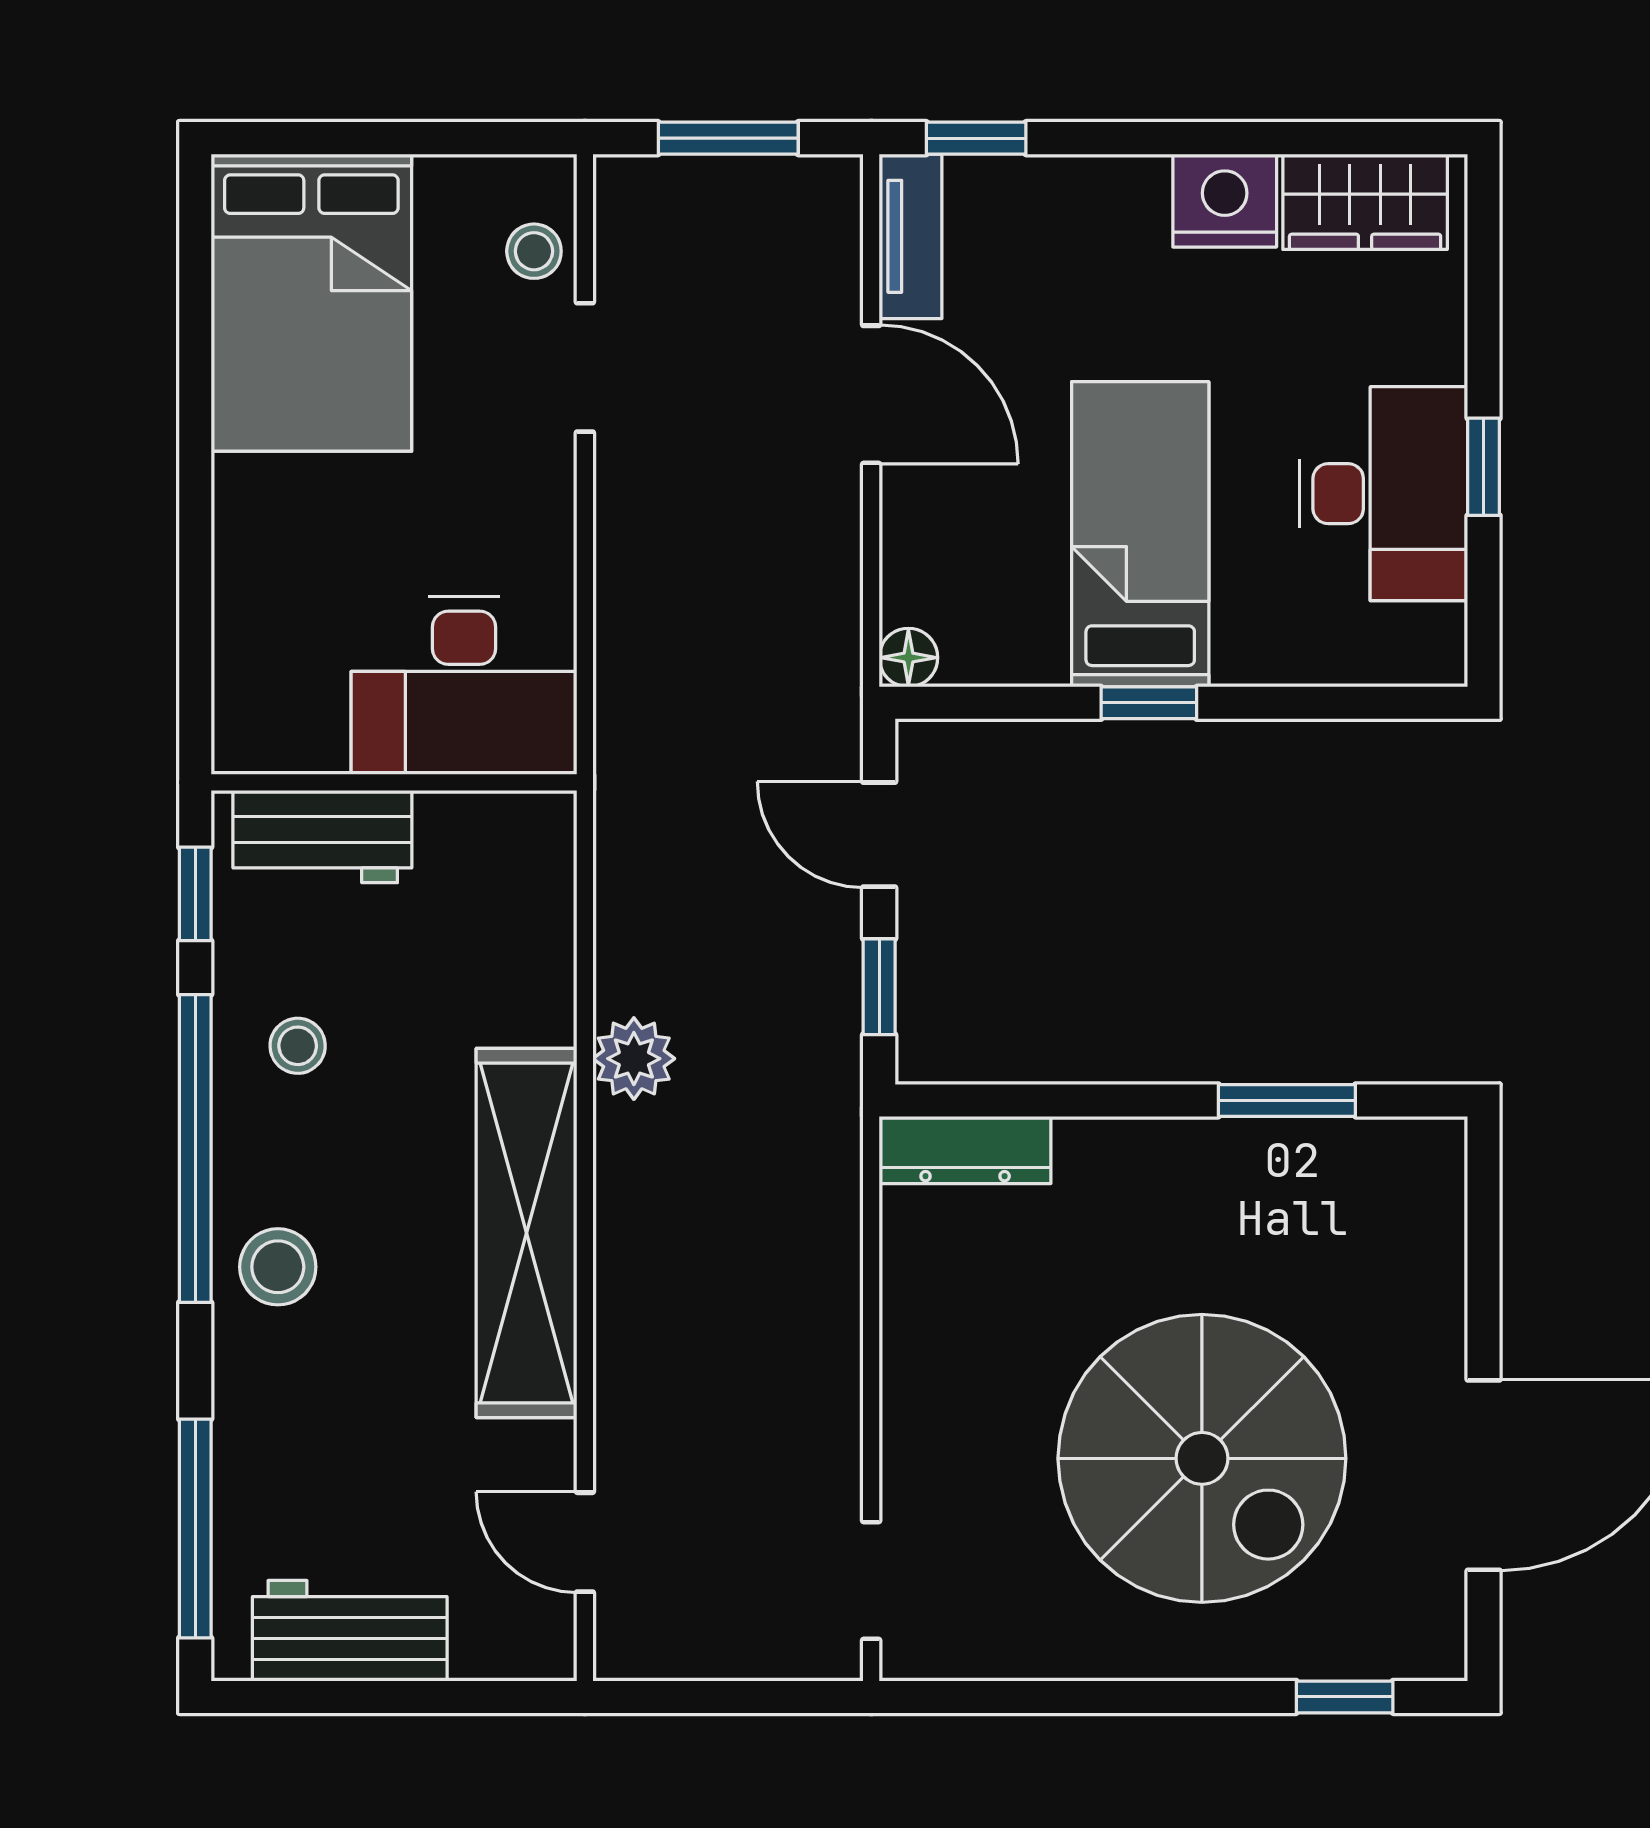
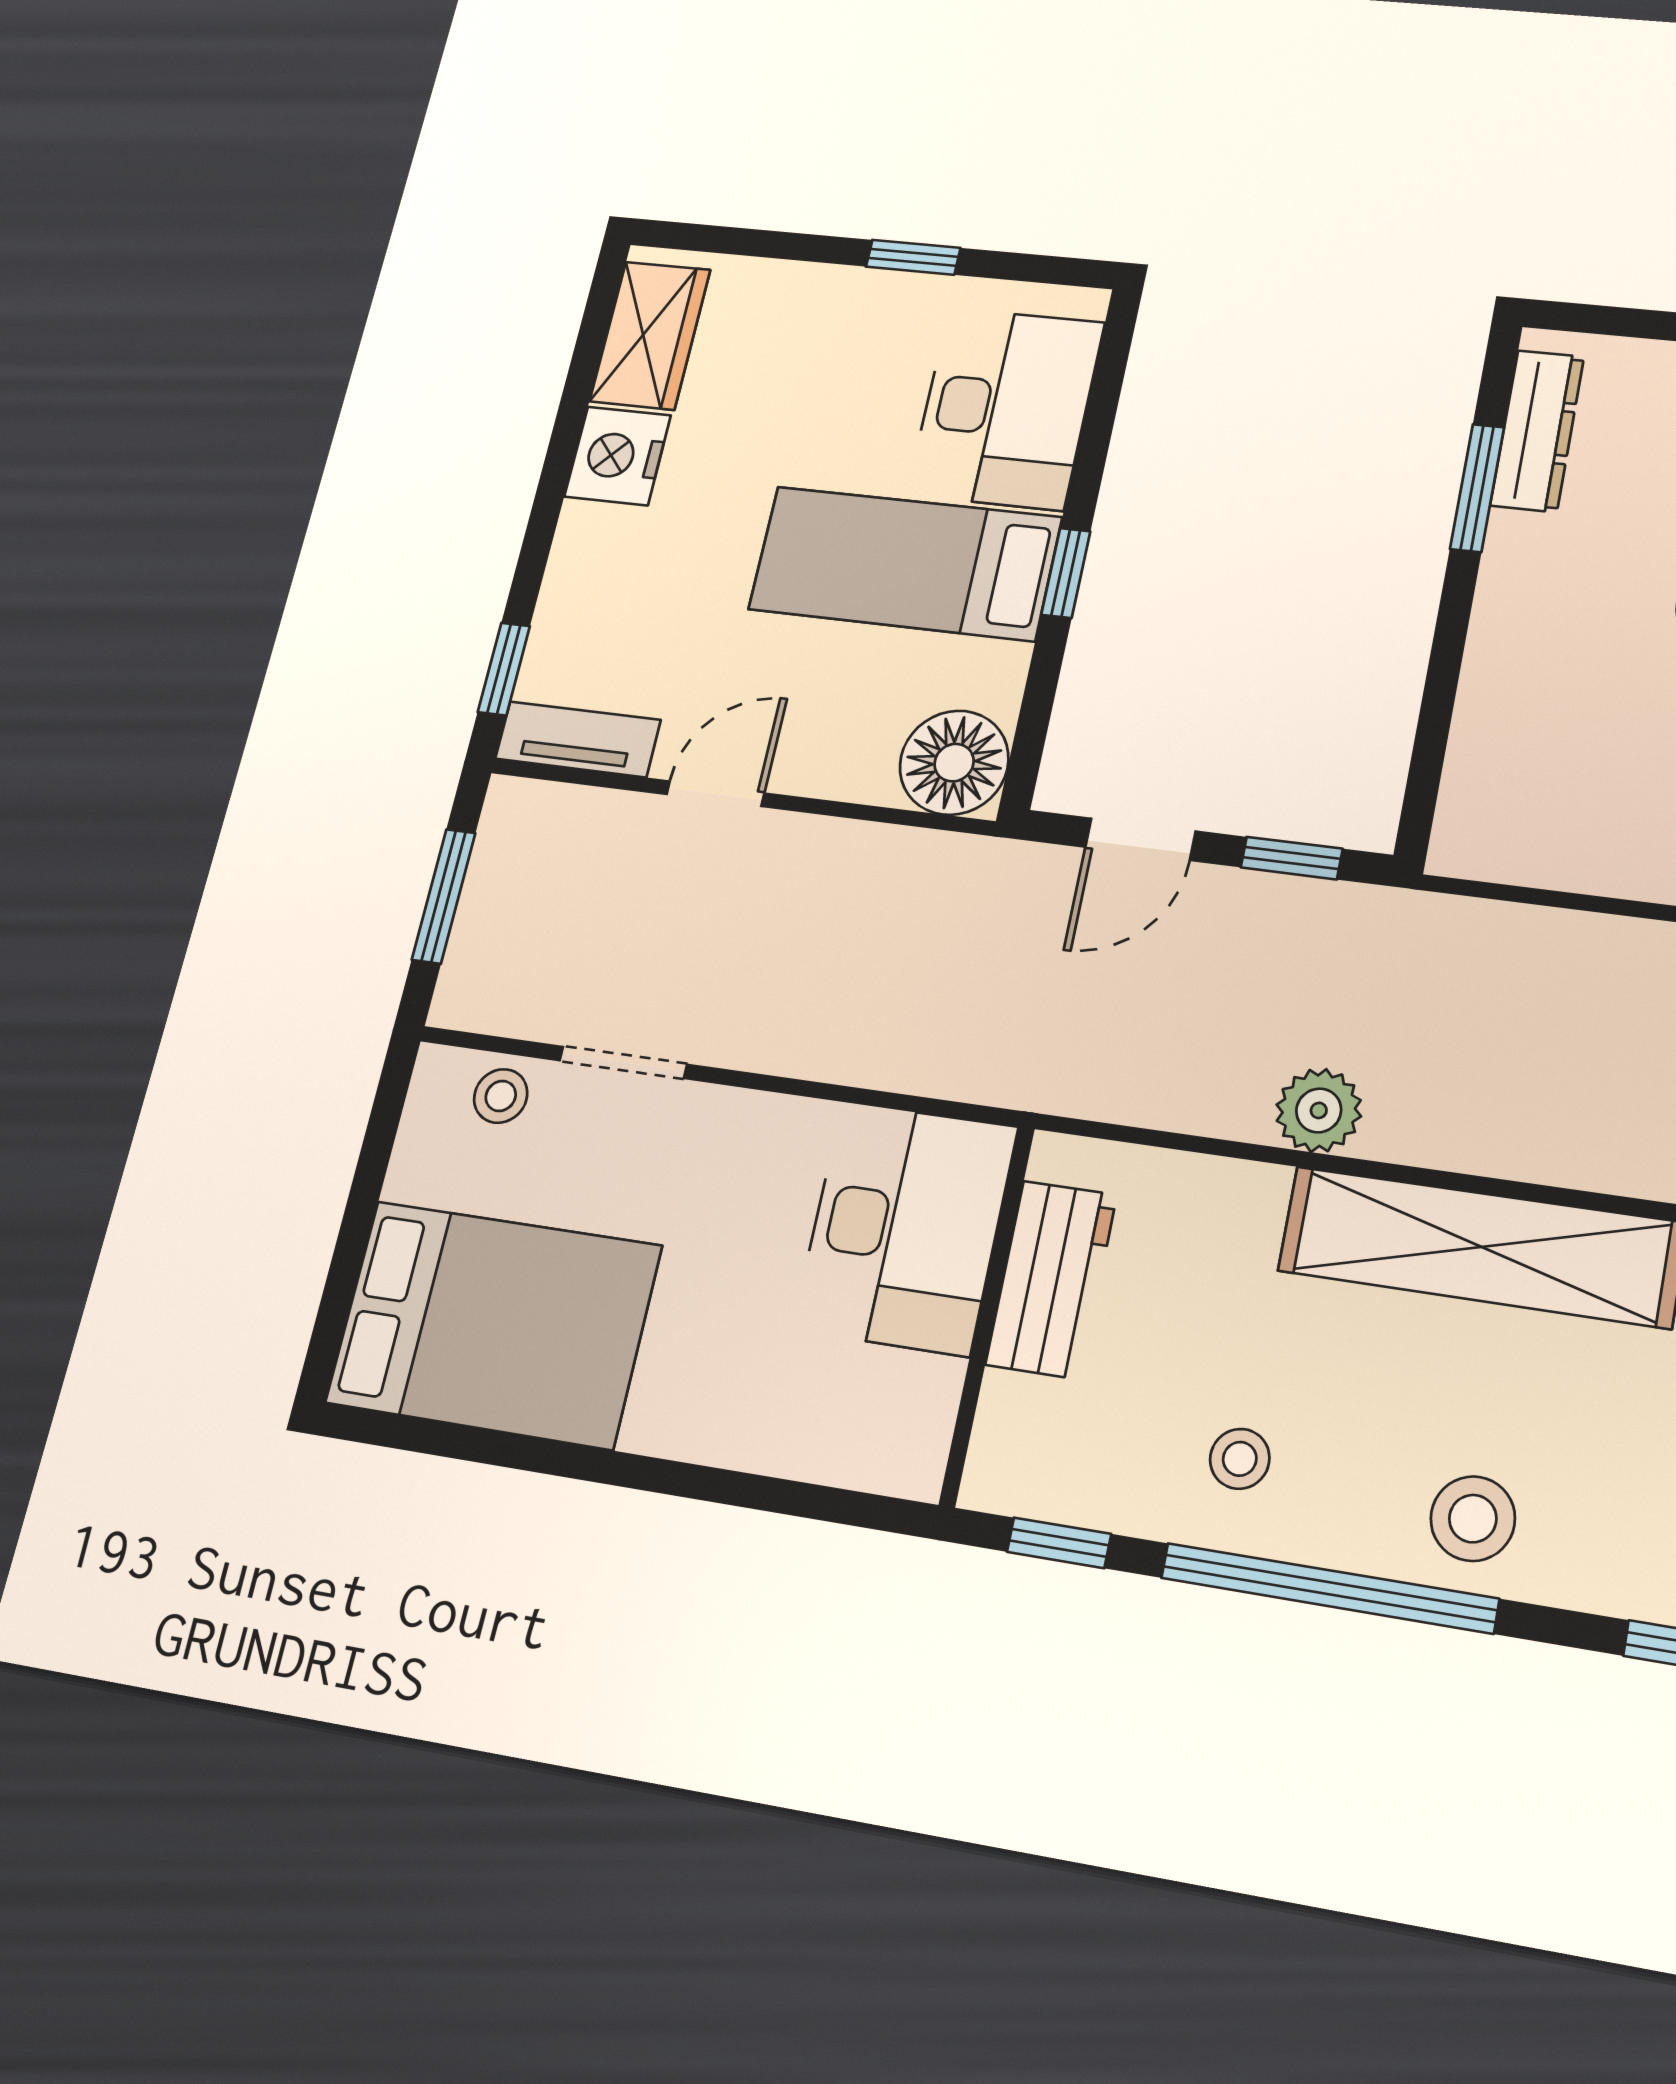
door: (871, 394) -> (715, 794), width x0.73
desk: (1384, 494) -> (1006, 408), moved, turned 90
floor lamp: (908, 658) -> (954, 763), width x1.89, depth x1.89
workbench: (322, 836) -> (1051, 1279), moved
dresser: (965, 1150) -> (1537, 431), moved

